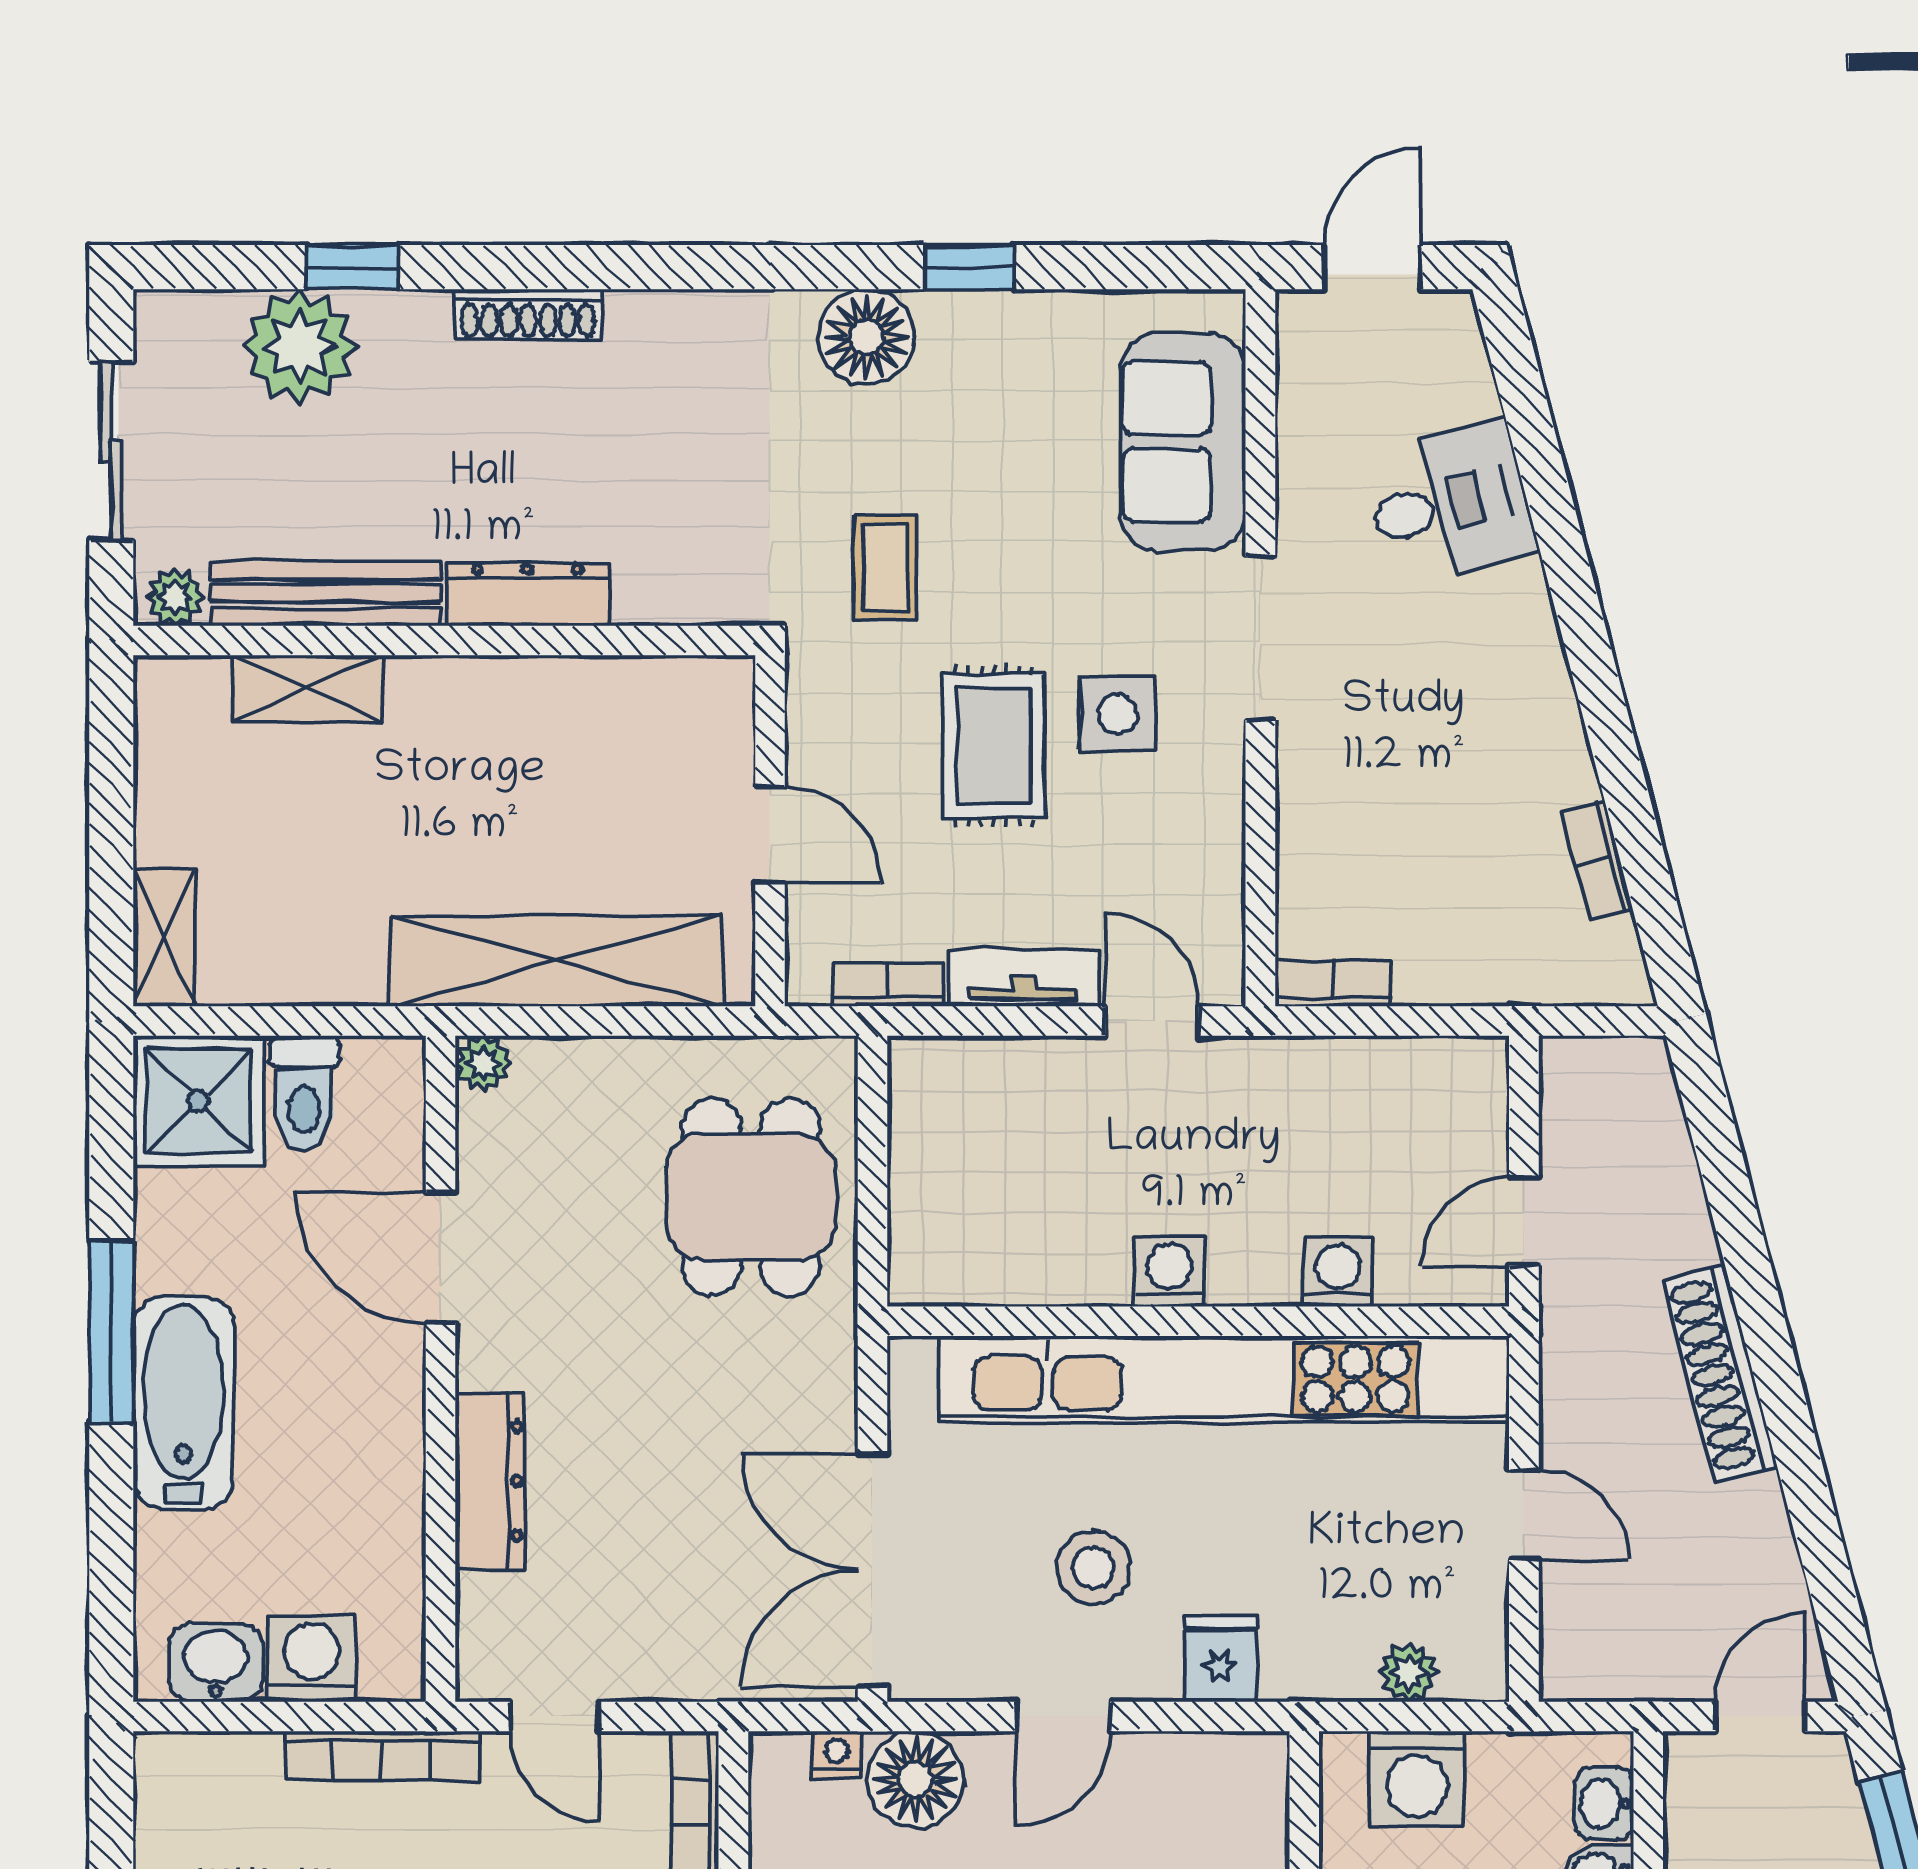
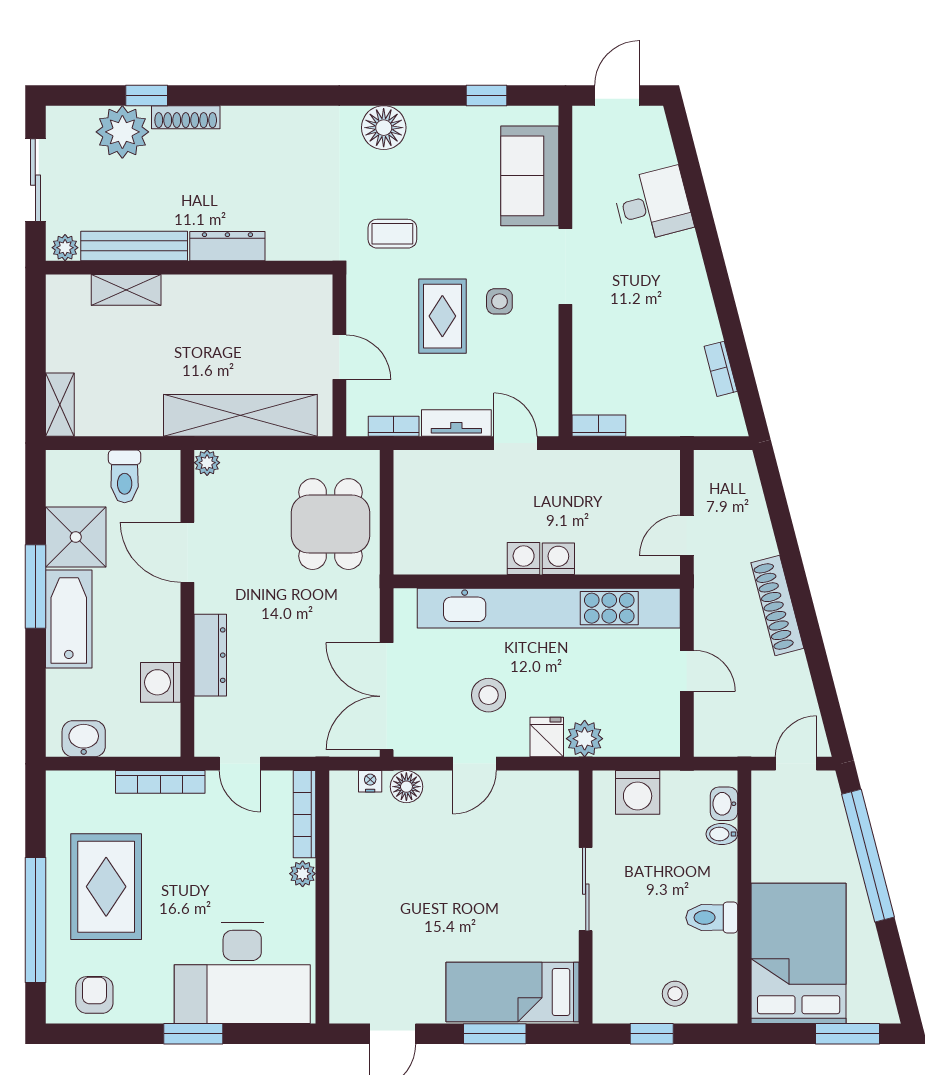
window: (969, 267) -> (487, 95), moved
shoe rack: (528, 314) -> (186, 117), moved
coffee table: (885, 567) -> (392, 234), turned 90
side table: (1117, 714) -> (499, 301), width x0.73, depth x0.73
shower: (198, 1101) -> (76, 537), moved
washing machine: (1338, 1272) -> (558, 559), moved
washing machine: (312, 1659) -> (161, 682), moved, turned -90
plant: (1409, 1673) -> (585, 739), moved, width x1.38, depth x1.38
floor lamp: (916, 1779) -> (406, 787), width x0.73, depth x0.73

